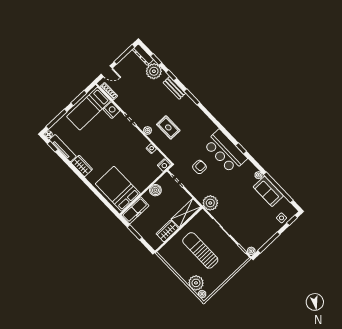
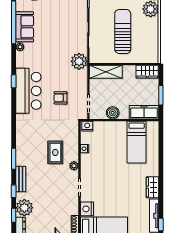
bed: (118, 189) -> (137, 142), width x0.67
wardrobe: (167, 231) -> (147, 72), moved
sun lounger: (200, 250) -> (123, 31), turned 180

